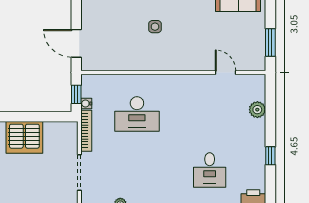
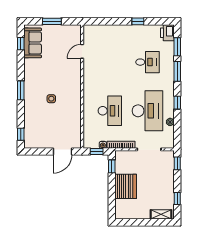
window: (270, 43) -> (52, 21), moved
plant: (257, 110) -> (107, 30), removed
window: (54, 117) -> (112, 166), added
desk: (137, 170) -> (147, 111), added

